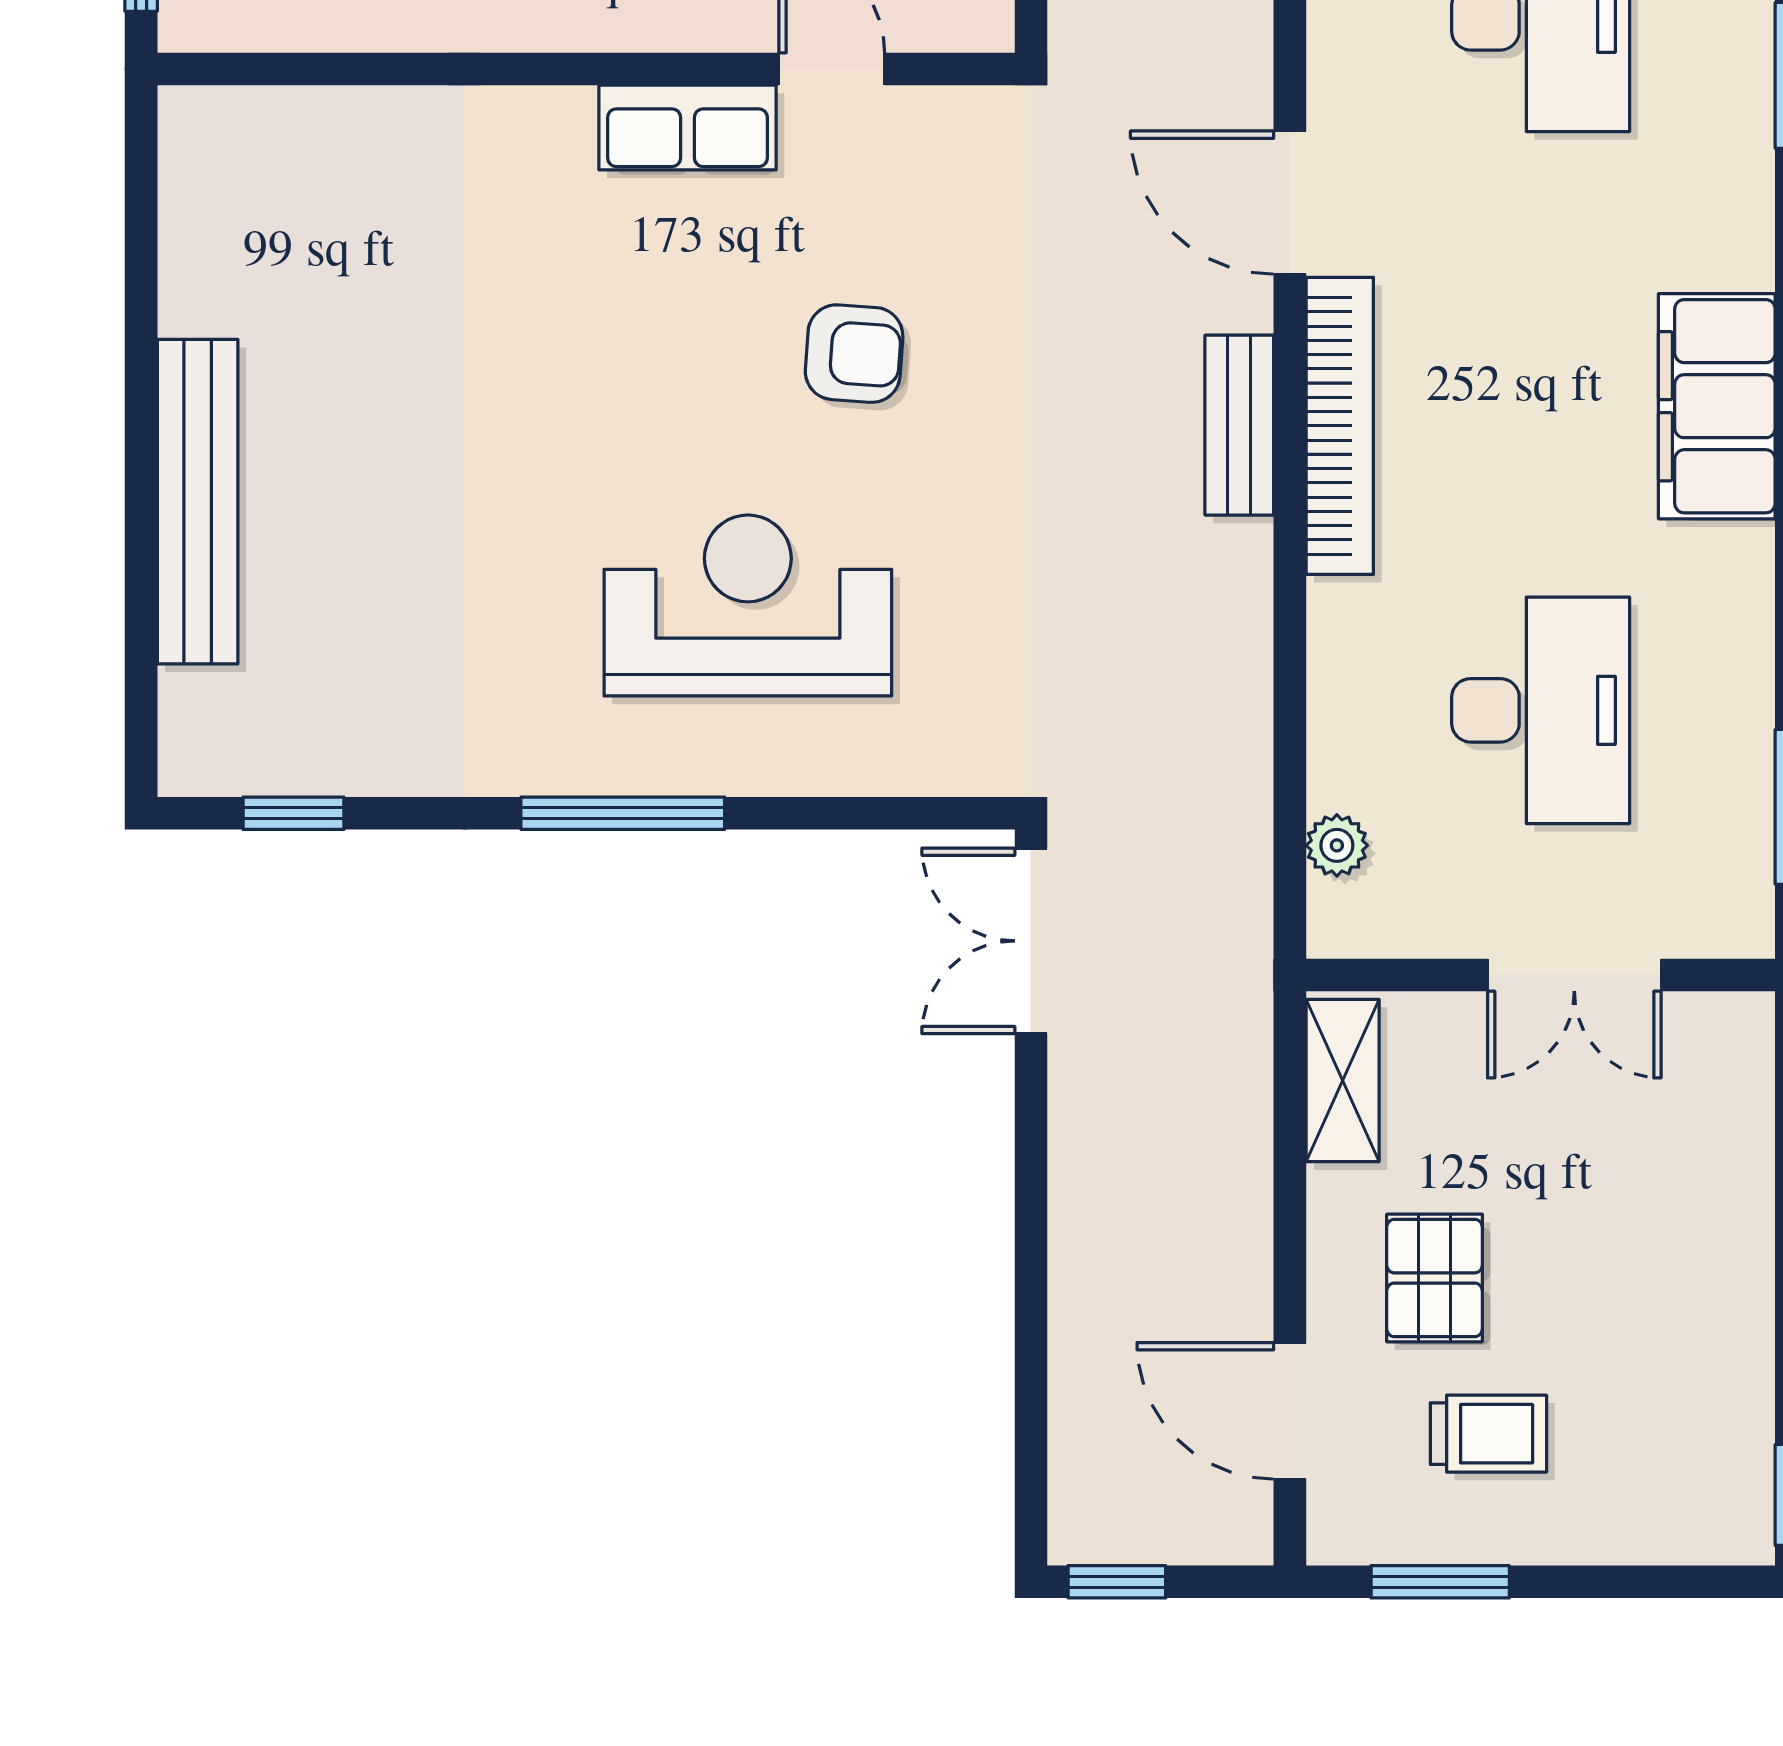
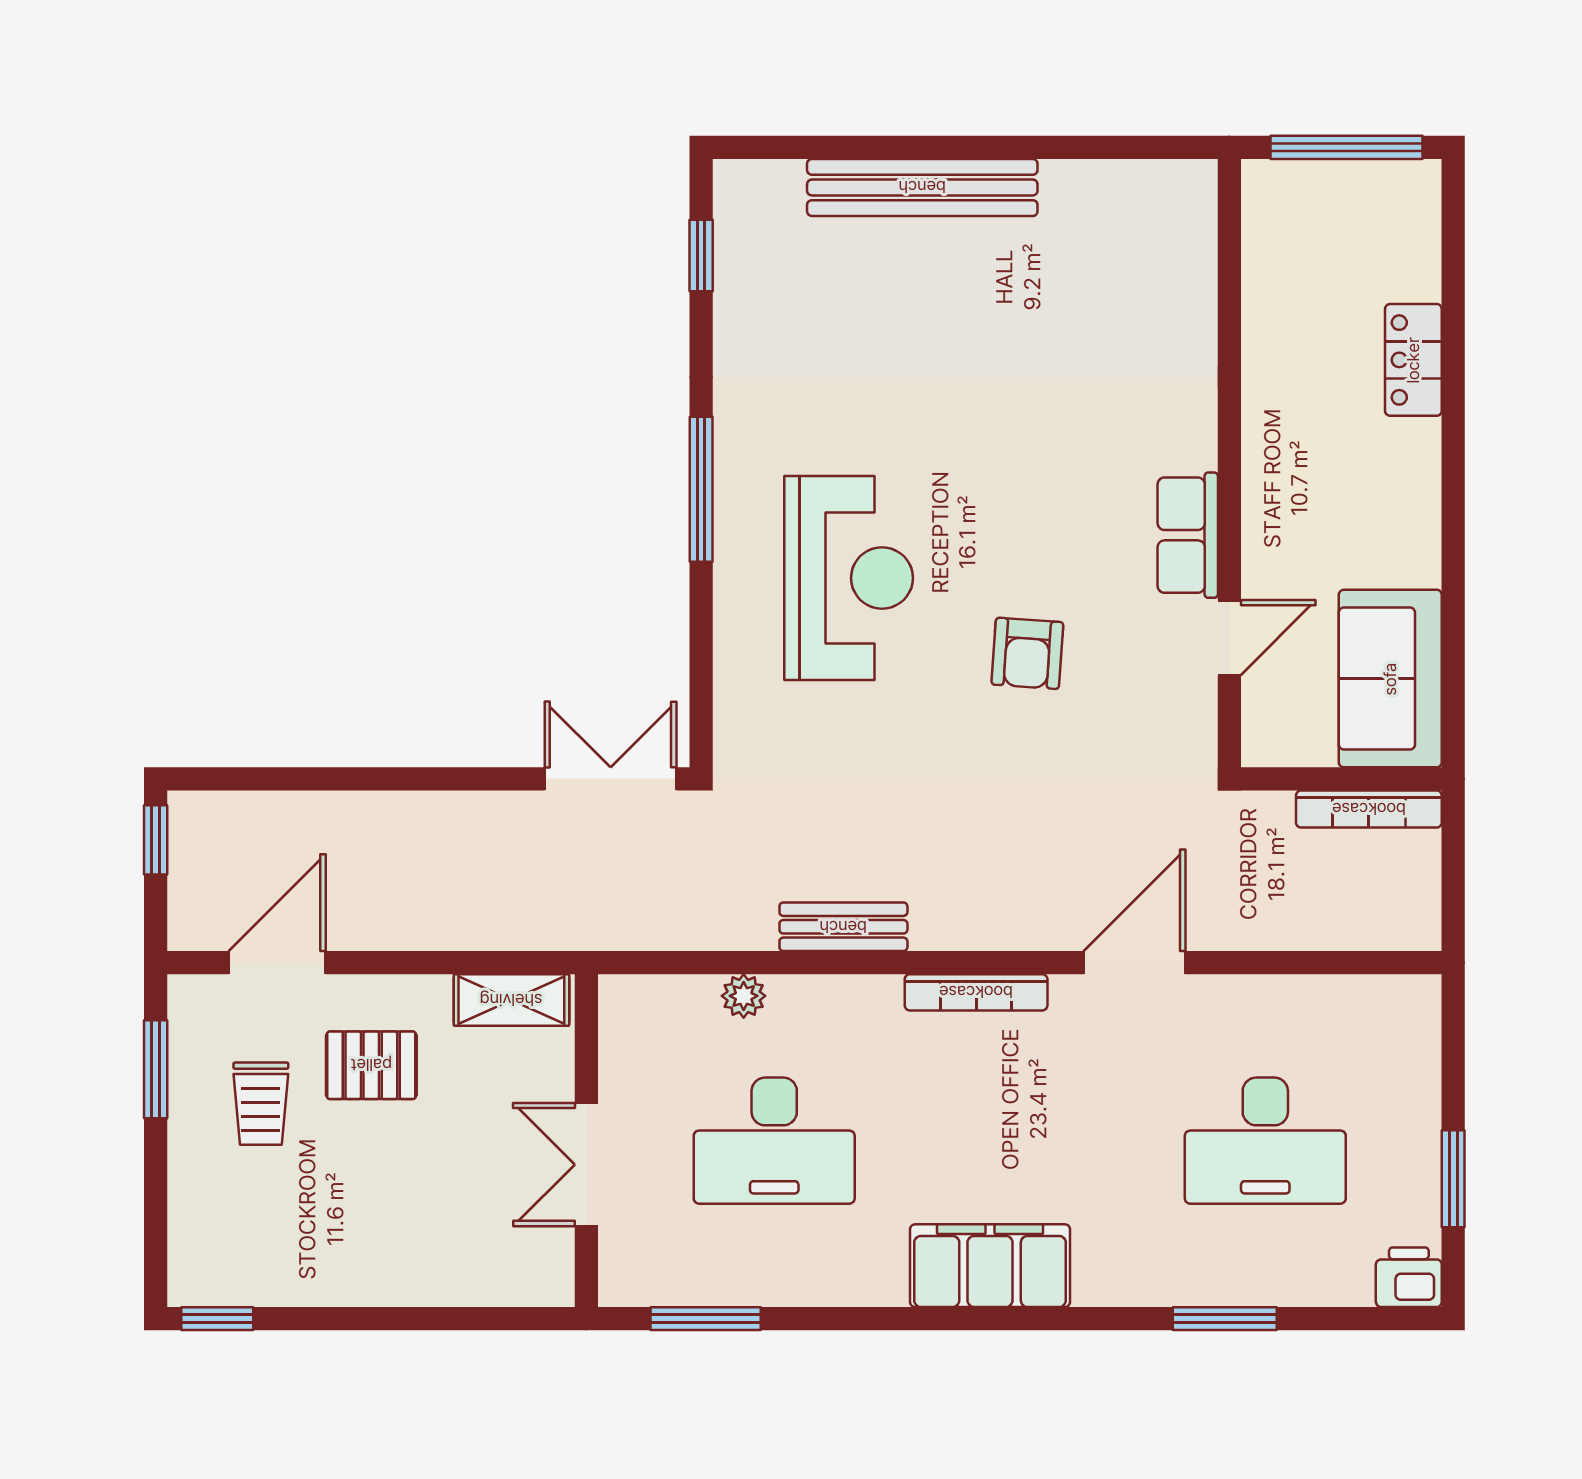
bench: (1239, 425) -> (843, 927), moved
bookcase: (1340, 426) -> (976, 992), width x0.68, depth x0.76
plant: (1337, 845) -> (744, 996), moved

